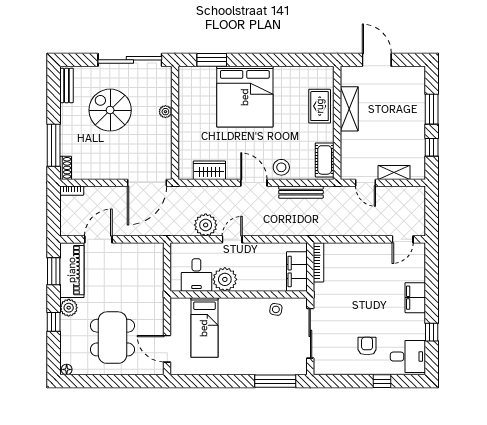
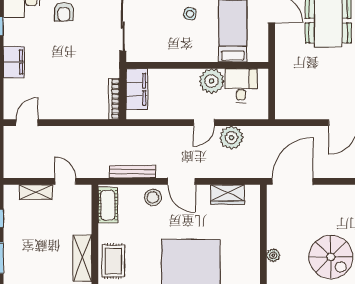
side table: (276, 309) -> (190, 14), moved

